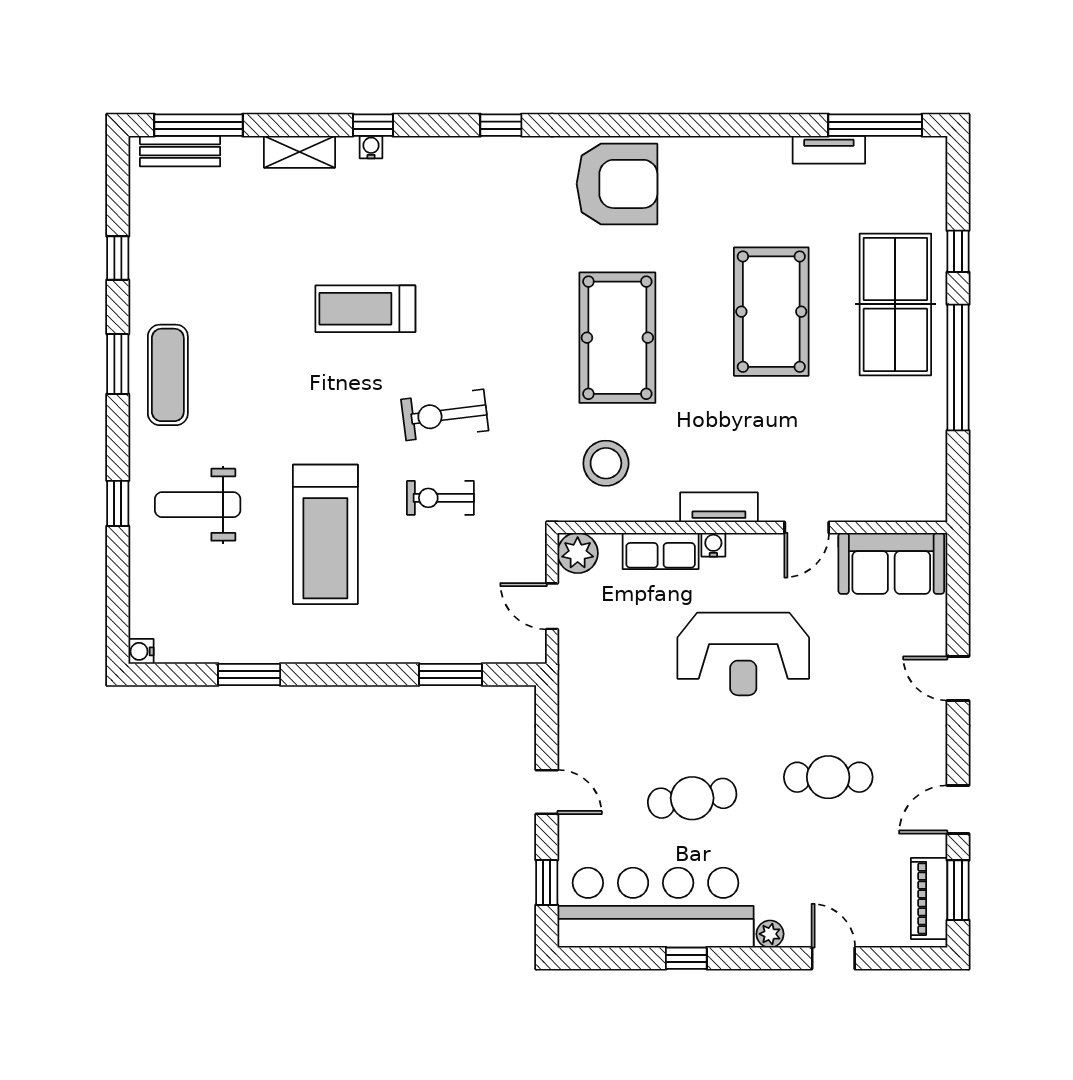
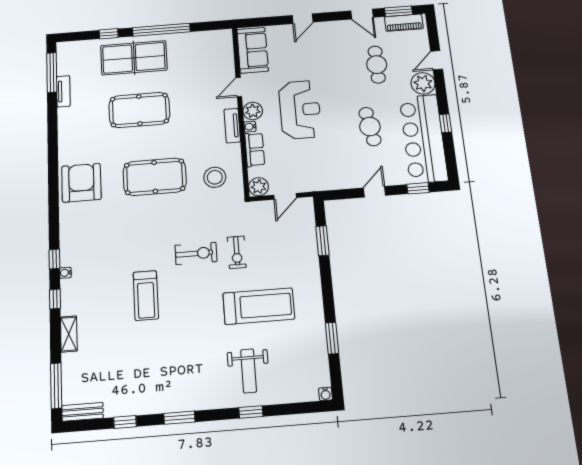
window: (501, 125) -> (54, 259), moved
water cooler: (371, 147) -> (65, 273), moved
bench: (180, 151) -> (83, 412), moved, turned 90
exercise mat: (168, 375) -> (184, 391), removed
exercise bike: (445, 415) -> (196, 253), turned -83
door: (807, 527) -> (239, 87), swing flipped
plant: (749, 553) -> (253, 111), added
cafe table: (828, 777) -> (377, 65), moved
plant: (770, 934) -> (423, 83), width x1.88, depth x1.88

